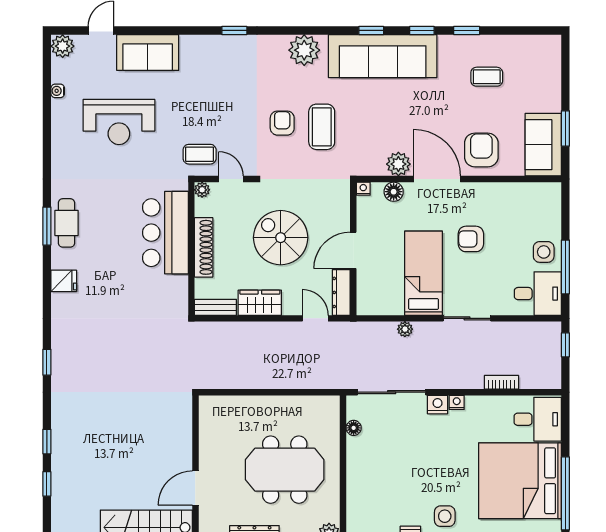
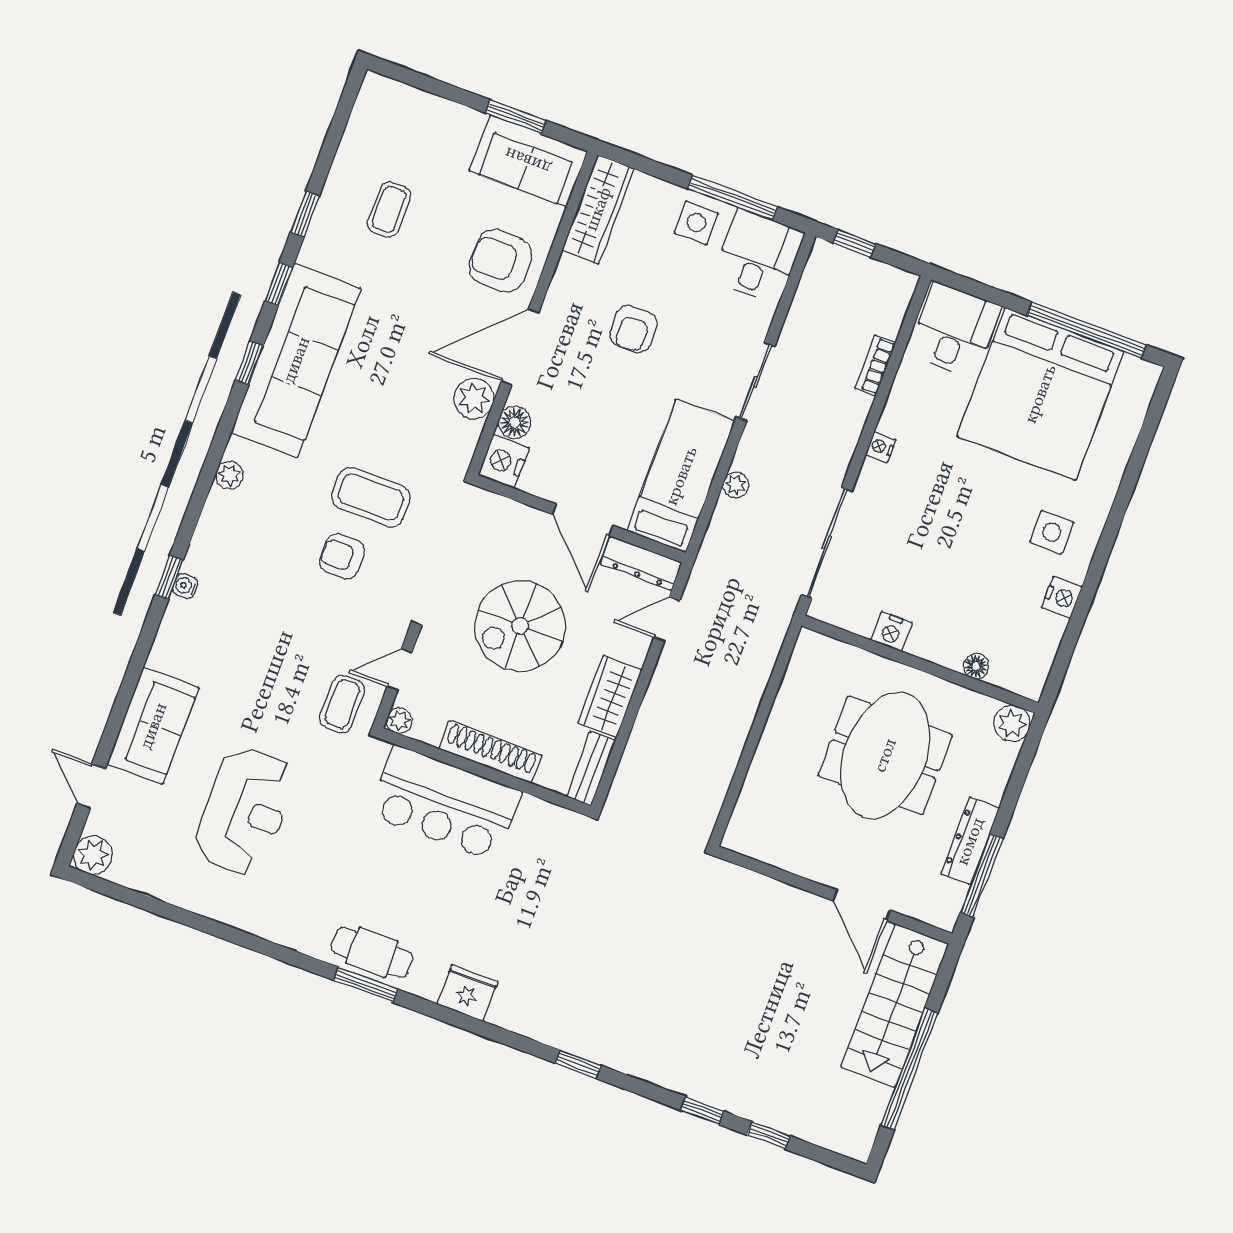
plant: (304, 50) -> (229, 475), width x0.53, depth x0.53
water cooler: (58, 91) -> (185, 586), moved, turned 90
nightstand: (363, 189) -> (504, 461), width x1.89, depth x1.79
wardrobe: (531, 194) -> (598, 209), added
bed: (424, 273) -> (681, 476), moved, turned 90
fridge: (64, 281) -> (467, 993), width x1.38
nightstand: (438, 405) -> (891, 632), moved, turned -90
floor lamp: (354, 428) -> (976, 666), moved

